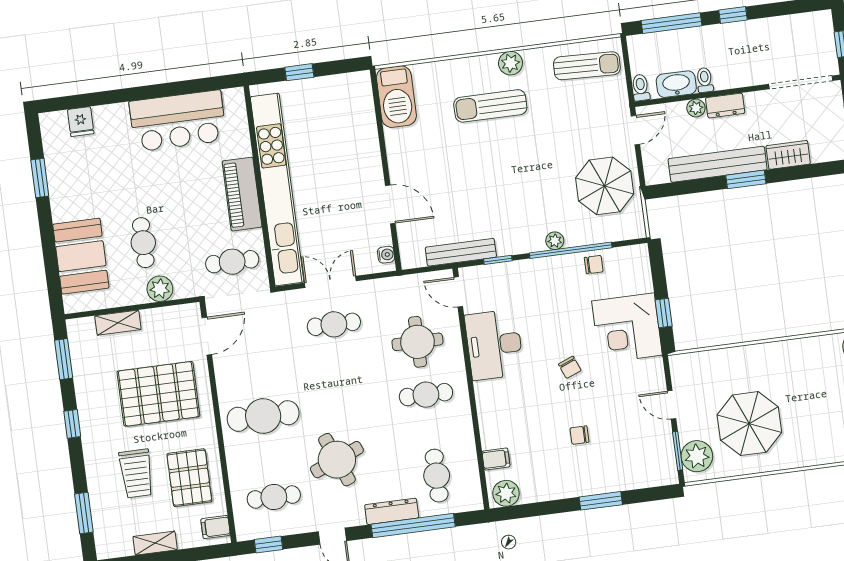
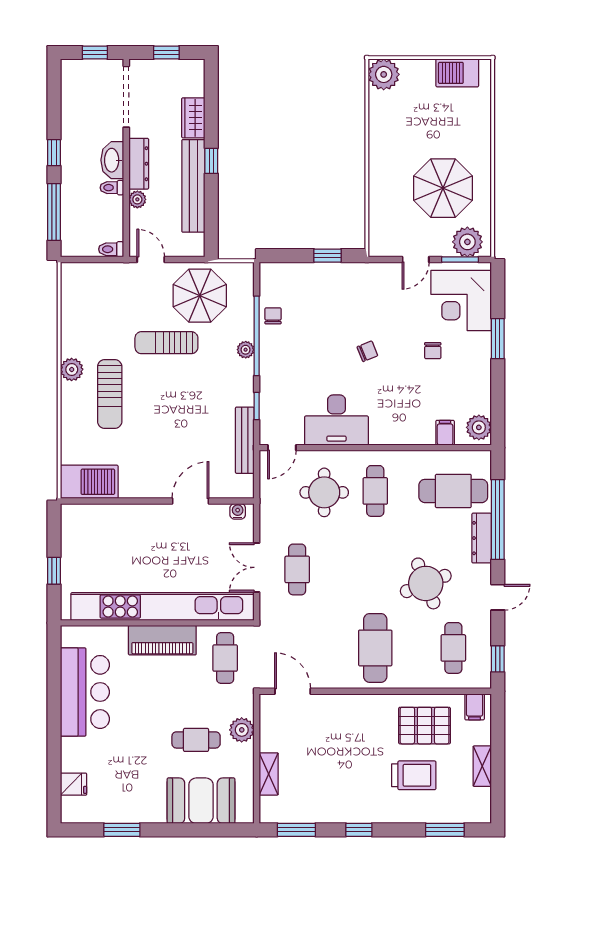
sun lounger: (587, 66) -> (166, 343), moved, turned -92
washbasin: (676, 84) -> (112, 160), moved
dresser: (725, 106) -> (139, 164), width x1.44
window: (746, 179) -> (211, 161), width x0.67
corner desk: (627, 328) -> (461, 300), moved, turned 90
pallet: (158, 394) -> (341, 744), removed
cafe table: (437, 476) -> (453, 491), width x1.37, depth x1.35

